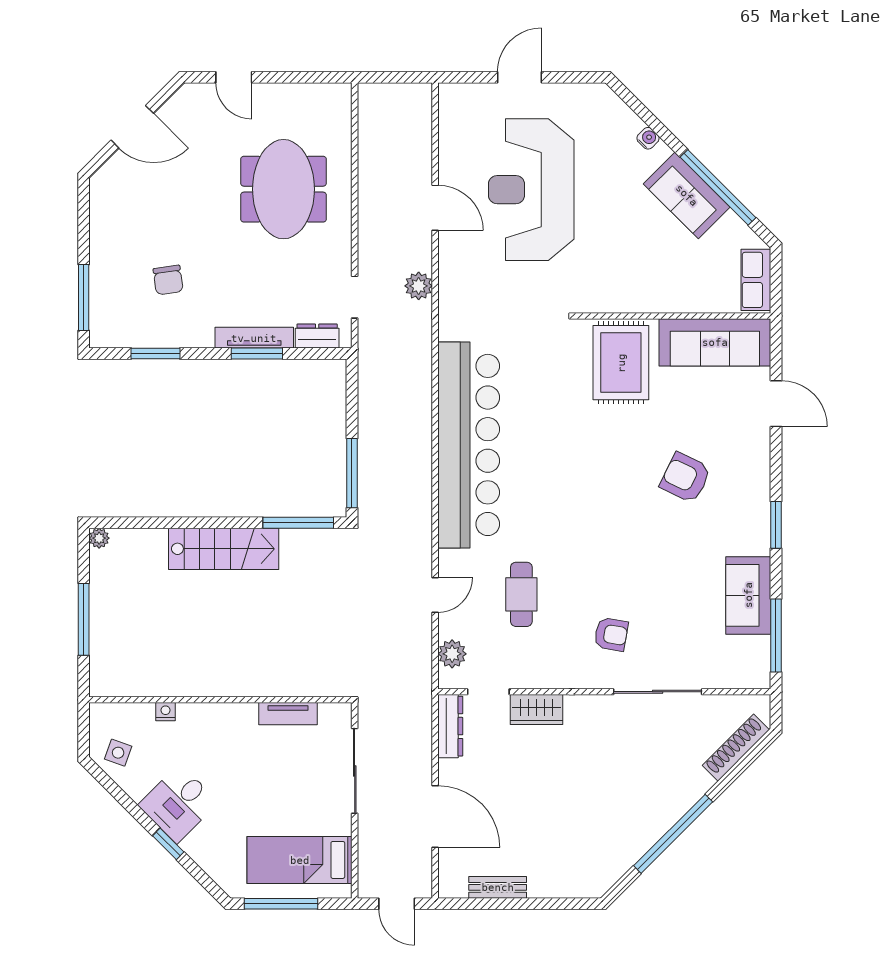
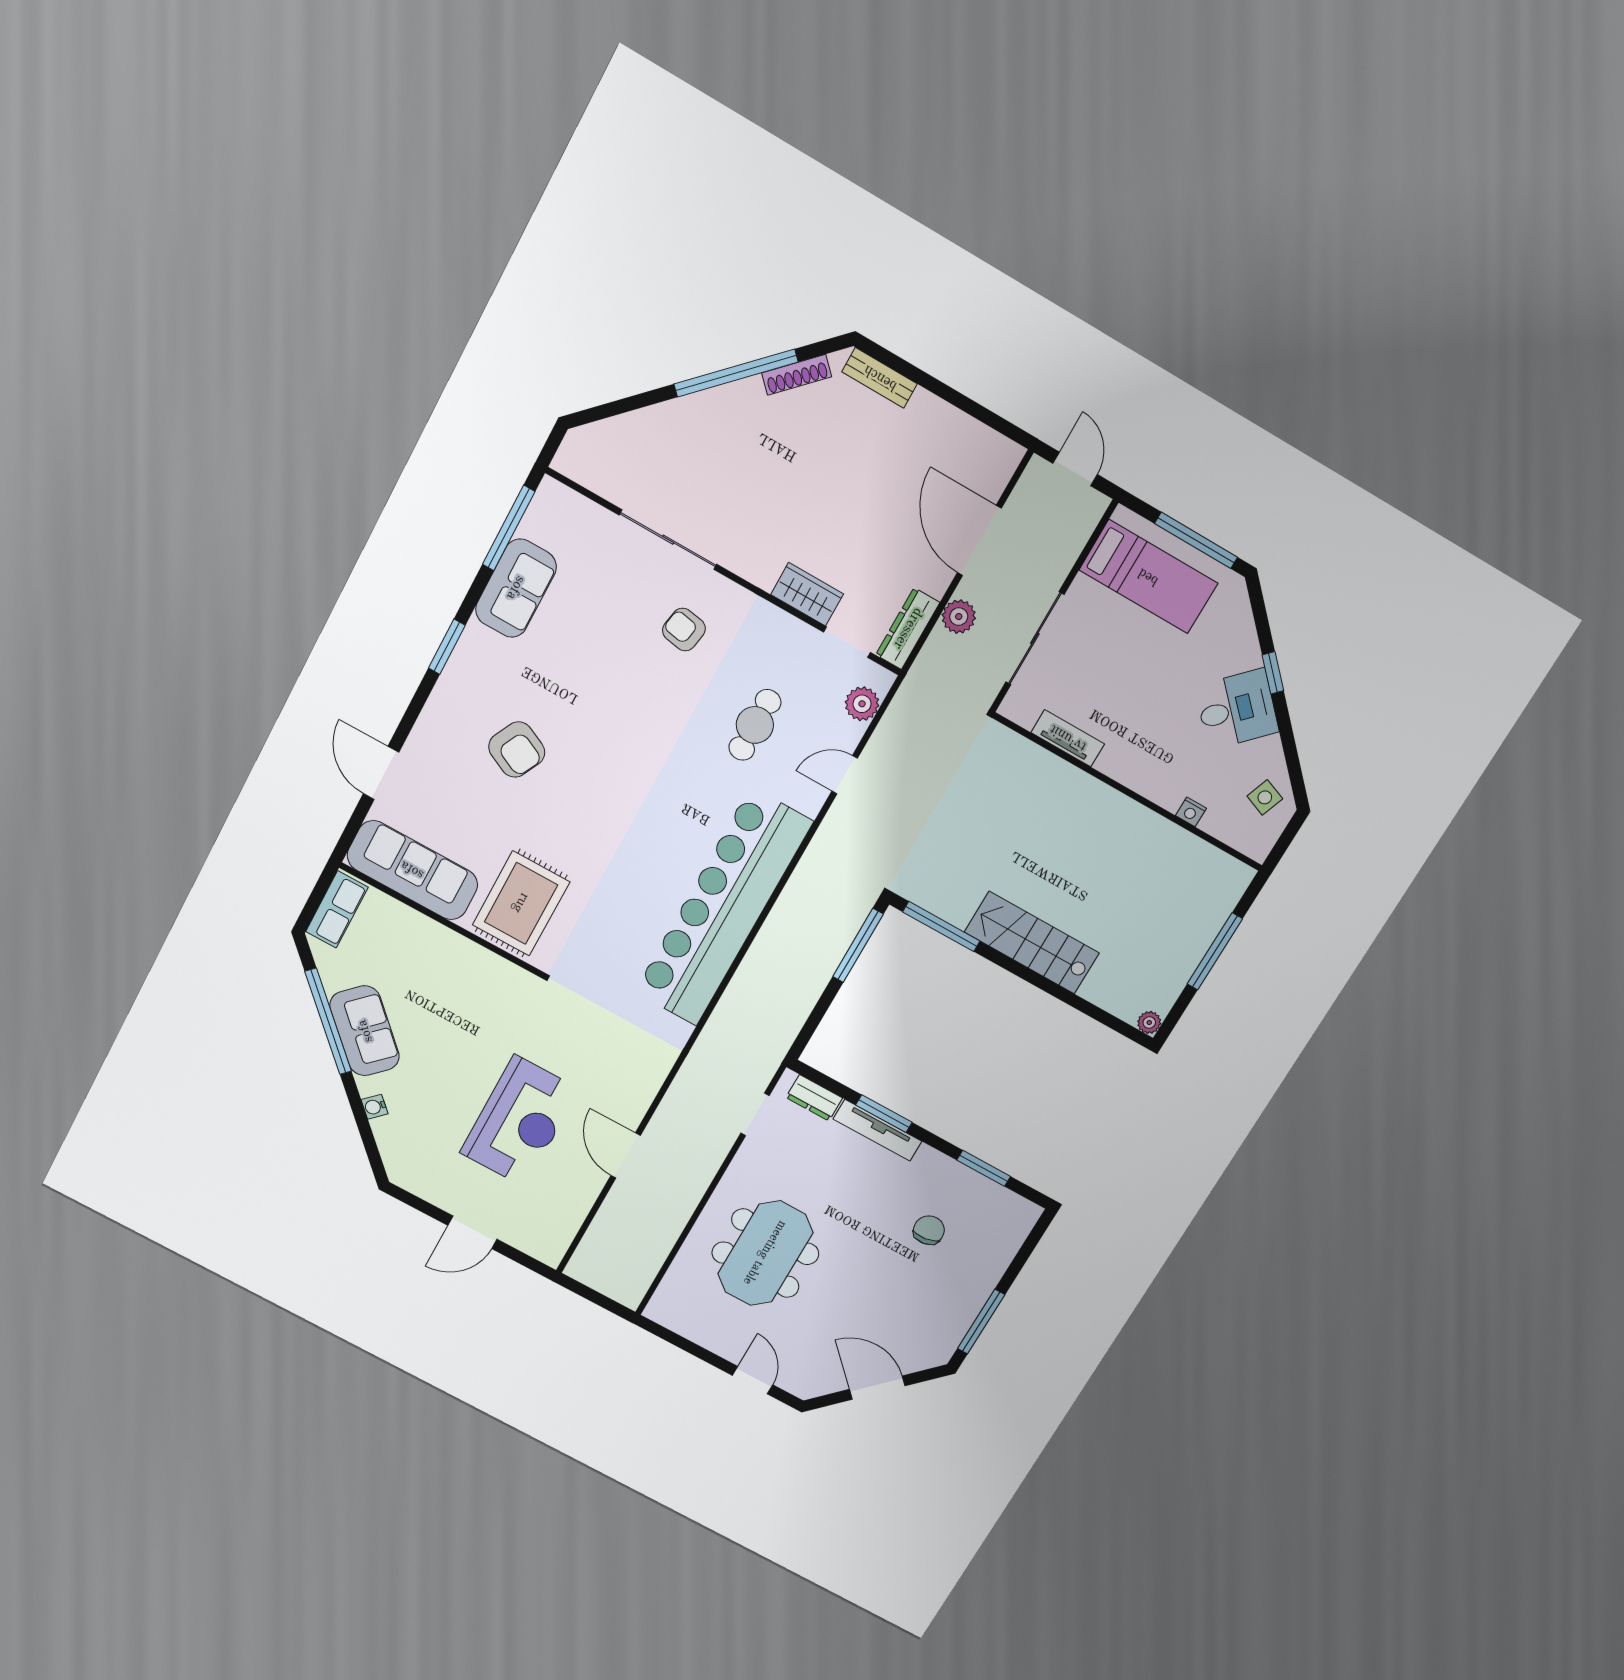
reception desk: (531, 190) -> (520, 1121), width x0.74, depth x0.77
plant: (419, 286) -> (959, 617), moved
window: (84, 298) -> (981, 1322), moved
shoe rack: (736, 748) -> (797, 375), moved, width x0.74, depth x0.81
bench: (498, 887) -> (880, 378), moved

